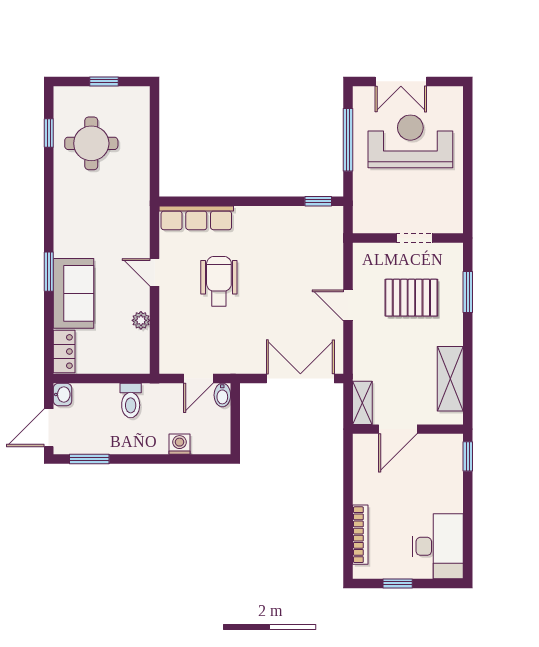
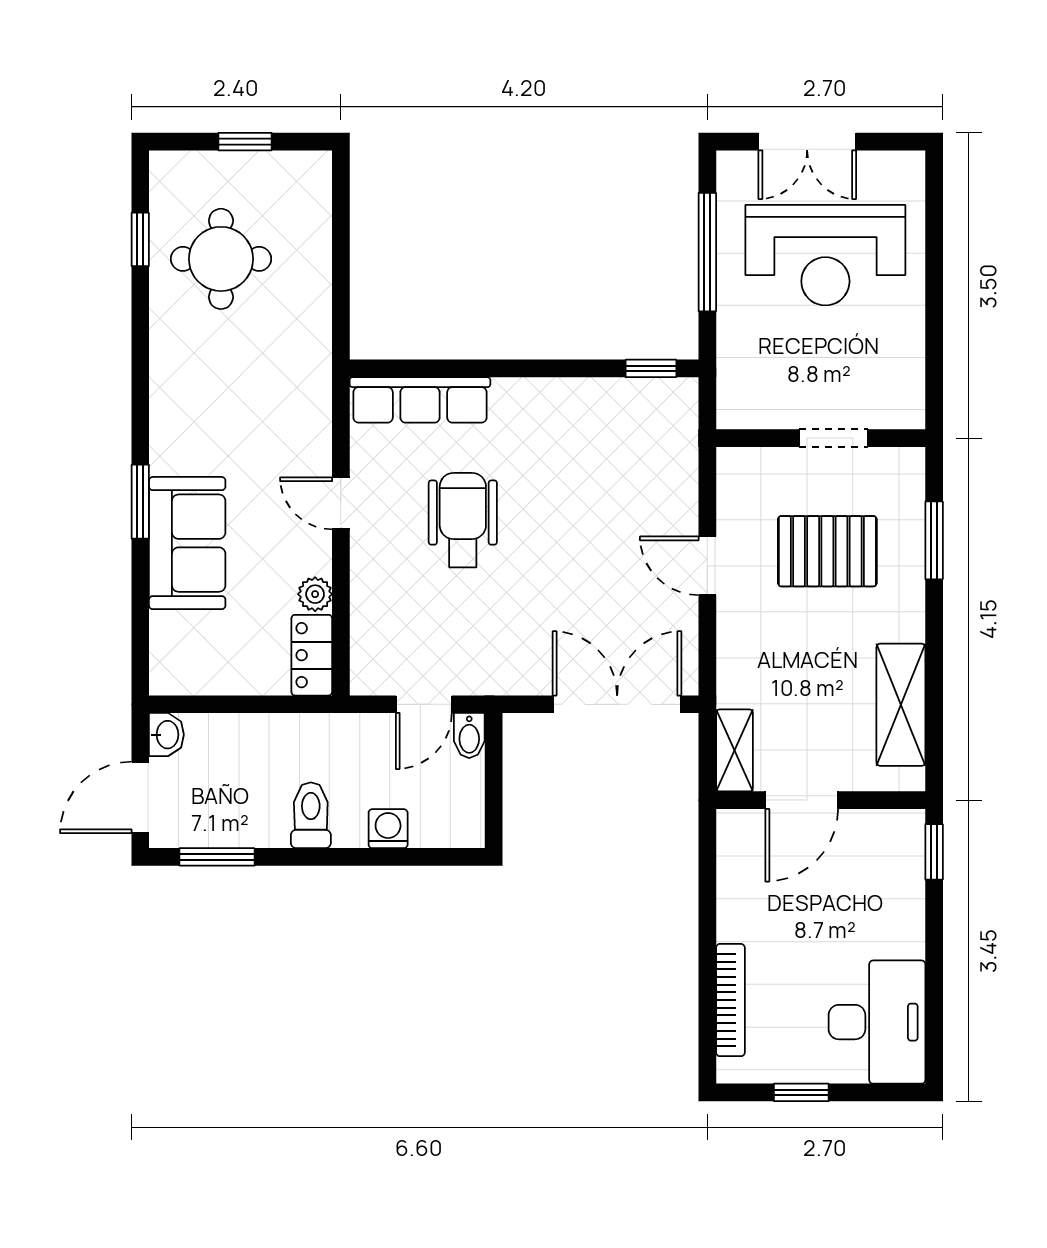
reception desk: (410, 141) -> (825, 255), turned 180
locker: (64, 351) -> (312, 655), moved, turned 180
toilet: (131, 400) -> (311, 815), moved, turned 180

